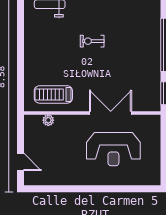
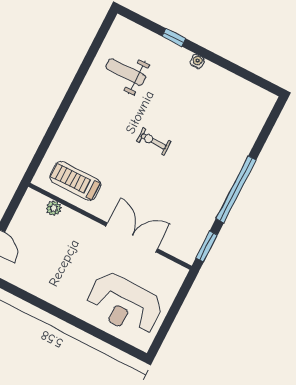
reception desk: (113, 149) -> (124, 304), moved

